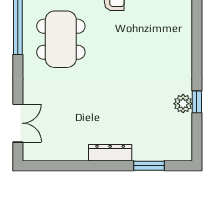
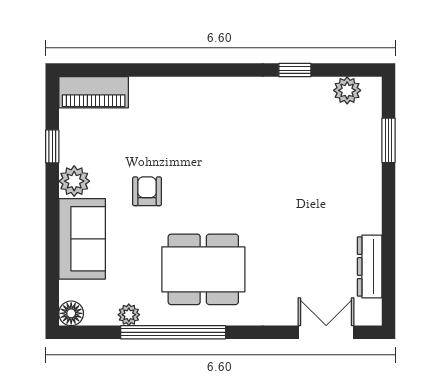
plant: (183, 104) -> (347, 90), moved
dresser: (110, 153) -> (370, 267), moved

